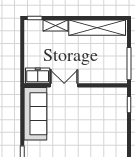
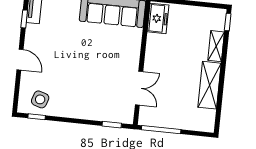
shelving: (97, 28) -> (210, 85), width x0.68
double door: (64, 85) -> (139, 88), moved

